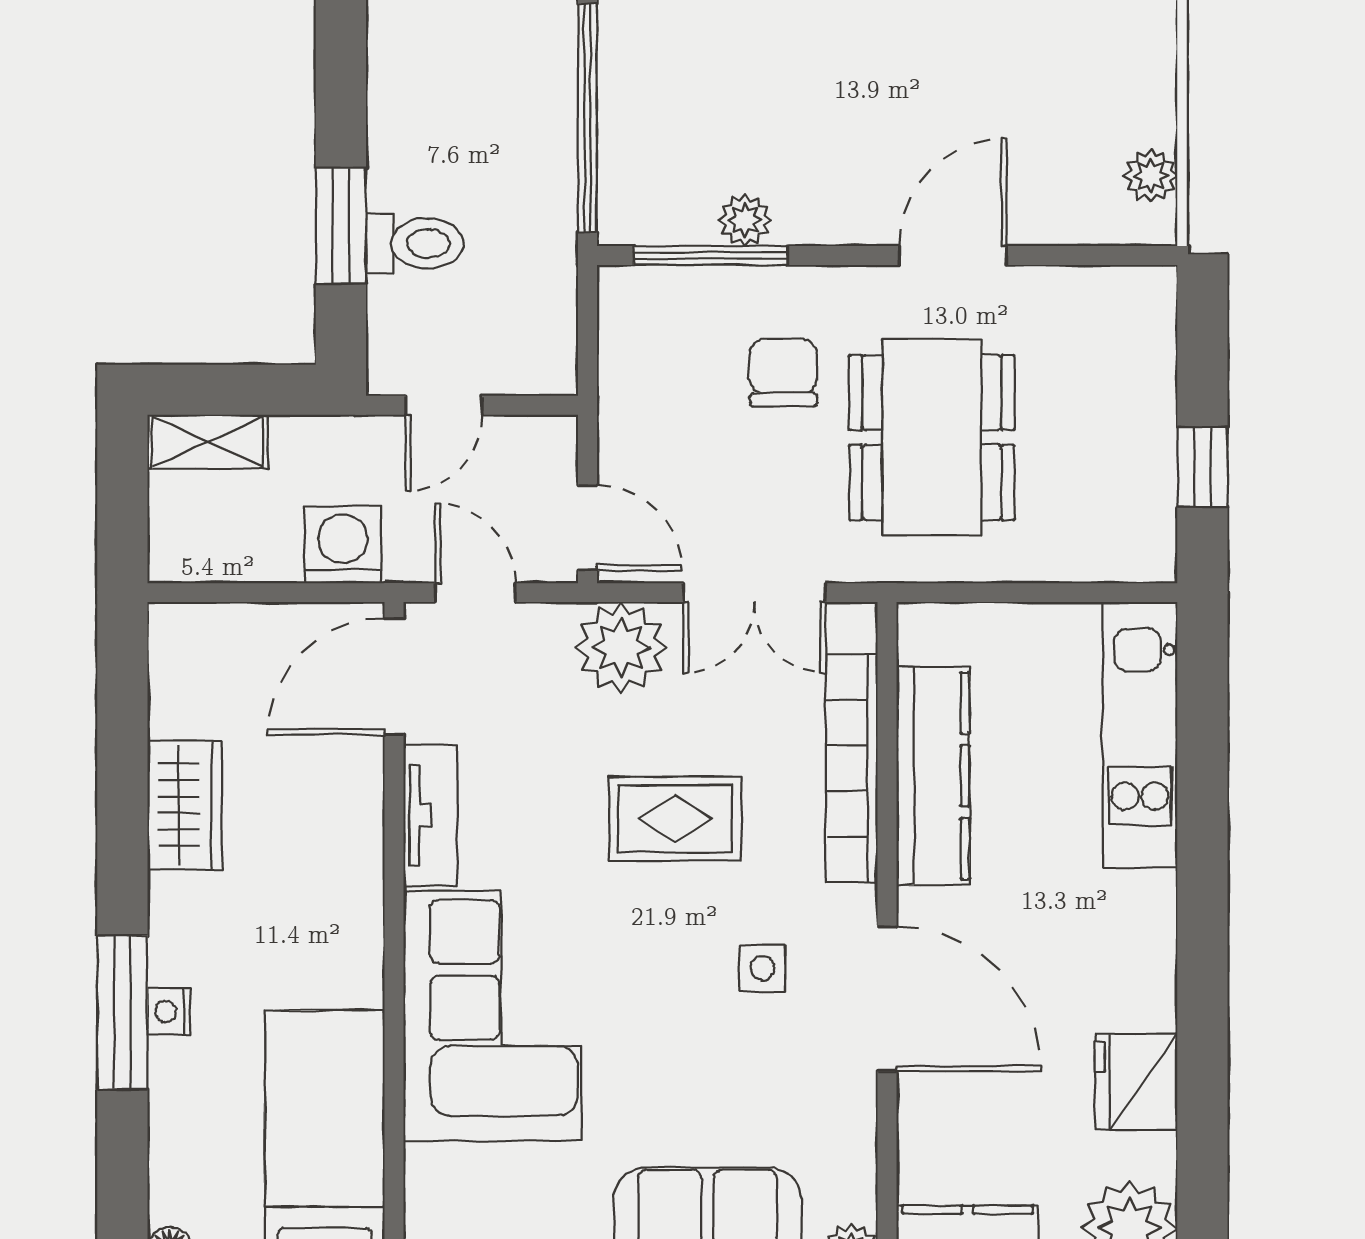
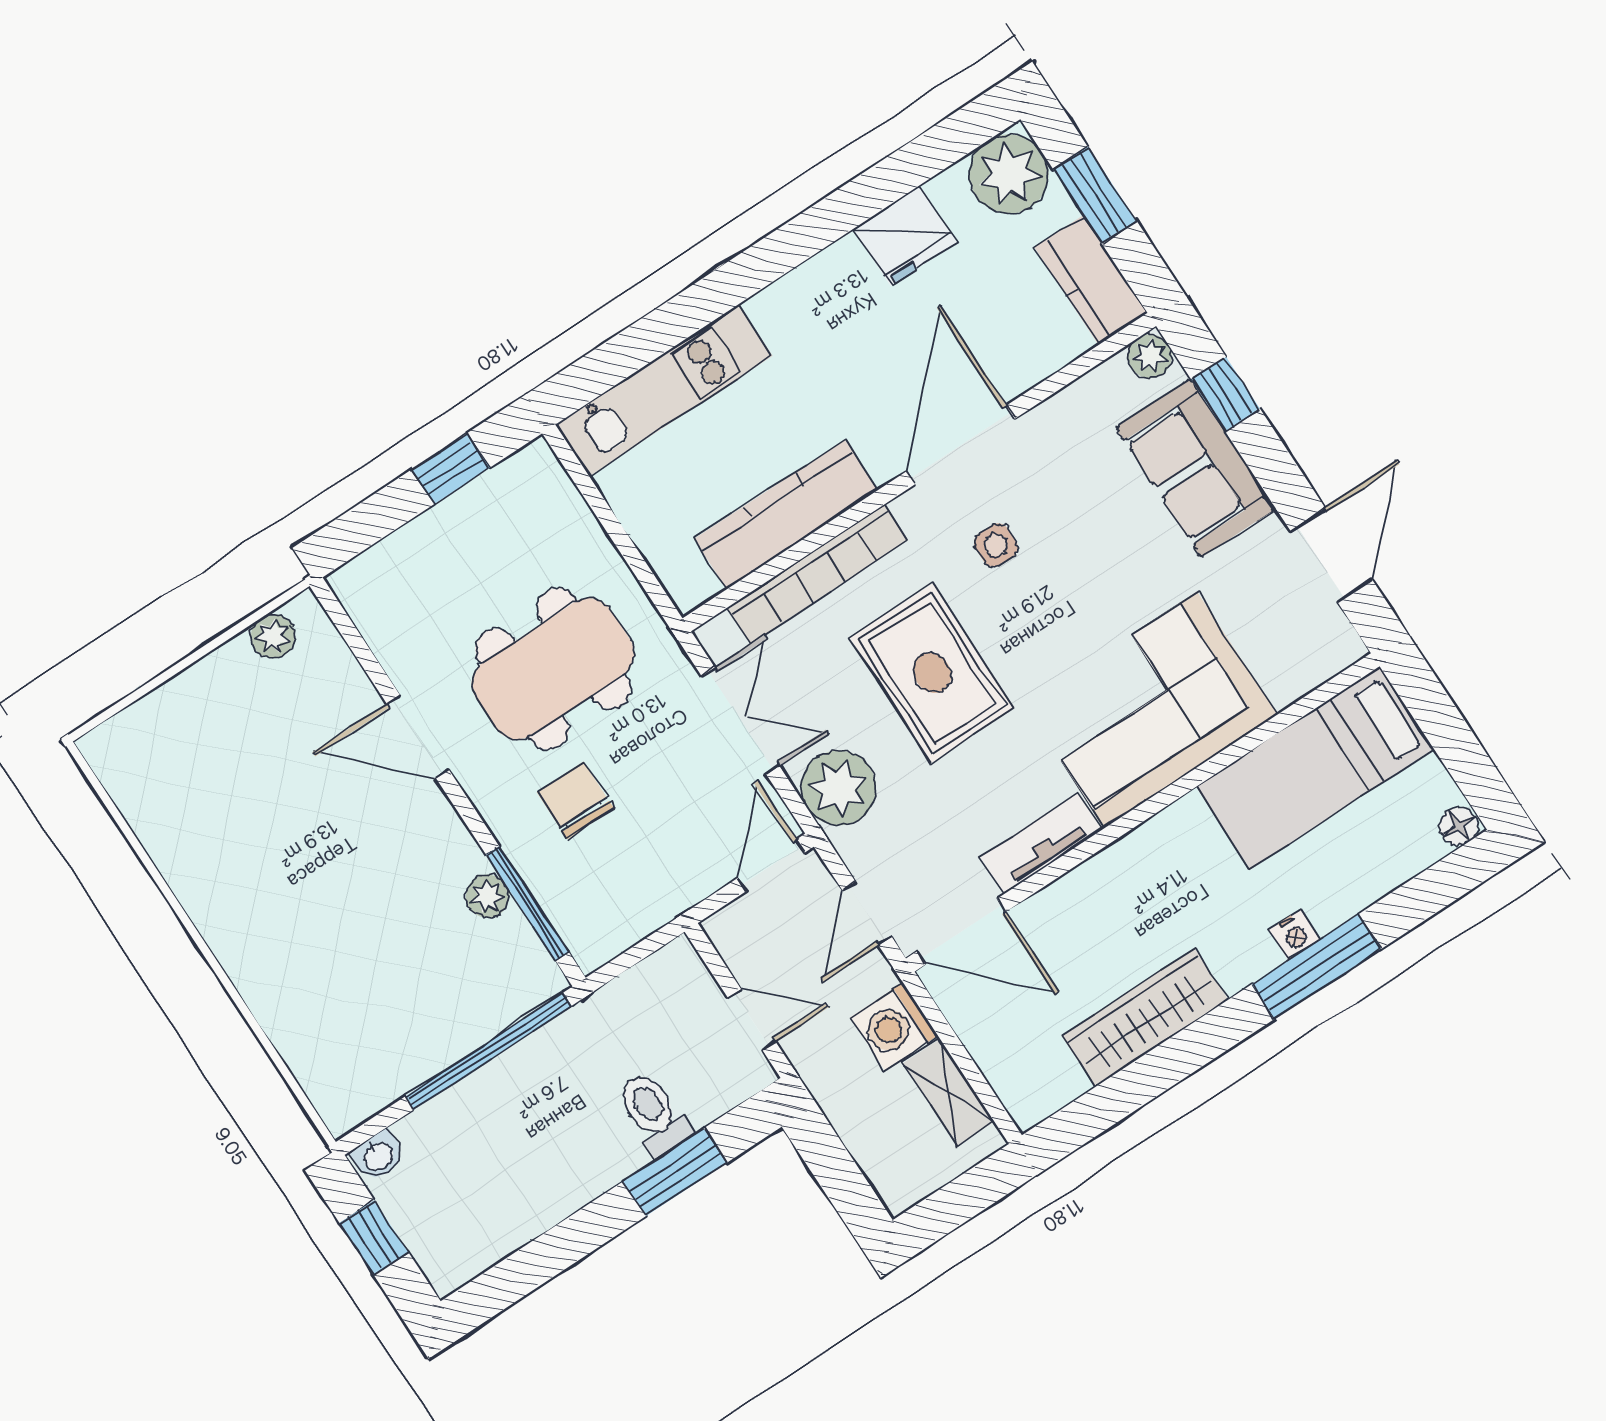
chair: (783, 373) -> (575, 800), turned 90
shelving: (207, 442) -> (949, 1093), moved
wardrobe: (185, 805) -> (1145, 1018), width x1.50
rug: (675, 819) -> (932, 673), width x1.36, depth x1.43

